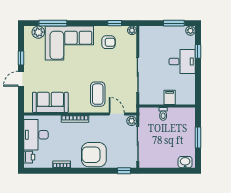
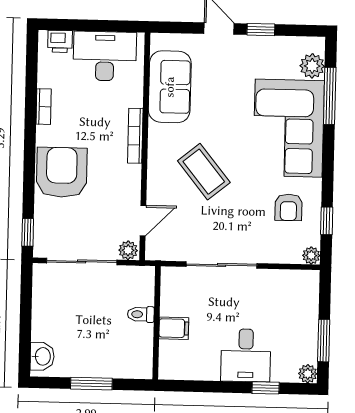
coffee table: (98, 94) -> (204, 172), moved, turned 51

